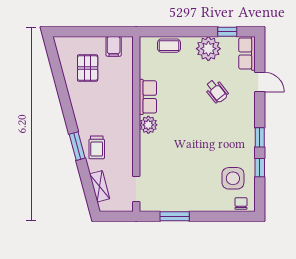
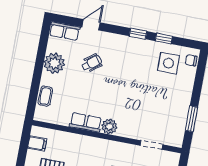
window: (227, 32) -> (43, 44), removed
doorway: (136, 189) -> (151, 145), moved

